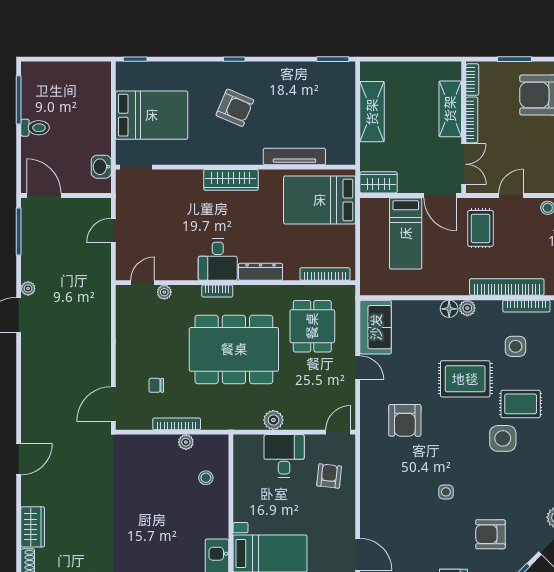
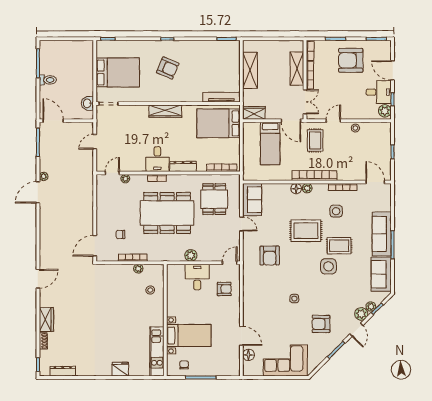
tv unit: (294, 156) -> (221, 97), moved
bookcase: (507, 287) -> (314, 176), moved
armchair: (329, 476) -> (224, 289), turned 84

